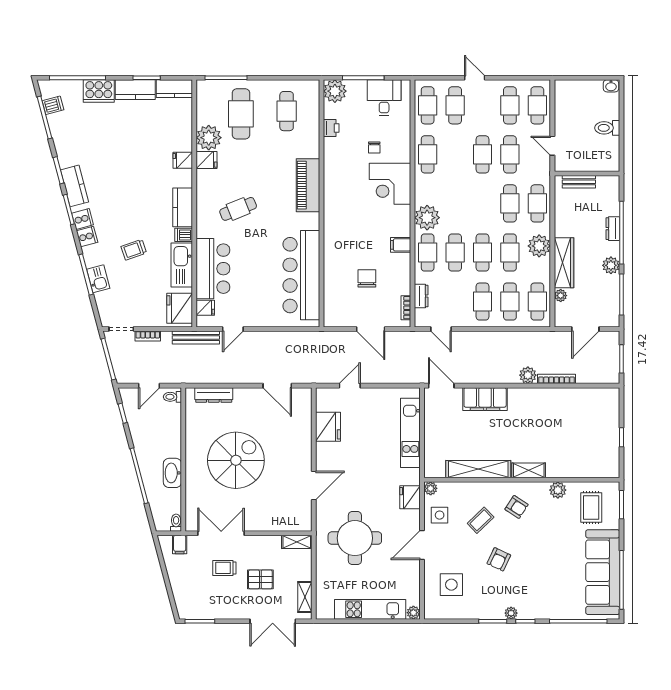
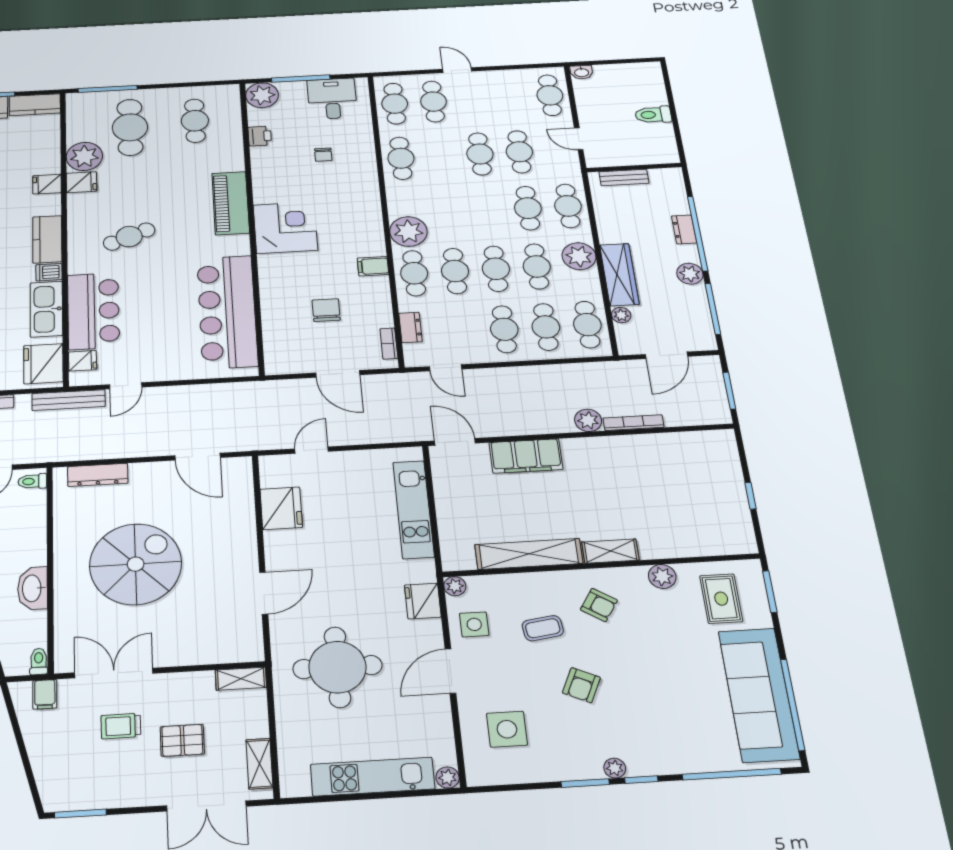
washbasin: (611, 86) -> (582, 72), moved
cafe table: (510, 105) -> (511, 97), removed
corner desk: (390, 184) -> (285, 228), moved, turned 180
coffee table: (481, 520) -> (543, 628), turned 36

